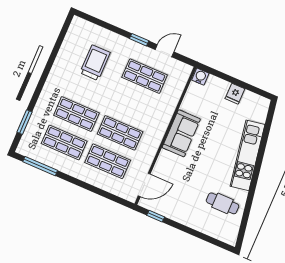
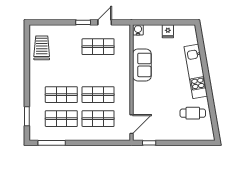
trolley: (95, 63) -> (42, 48), moved
sofa: (181, 133) -> (142, 65), moved

